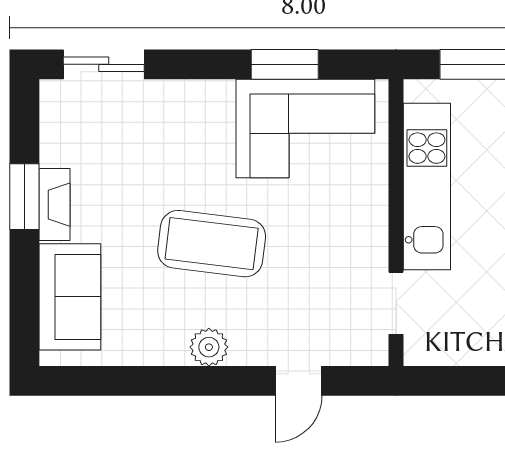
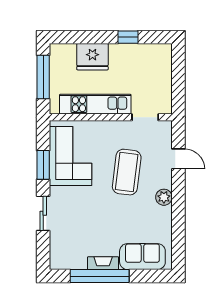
sliding door: (104, 64) -> (43, 213), moved
window: (24, 197) -> (100, 276), width x2.11
coffee table: (212, 244) -> (127, 172), moved

